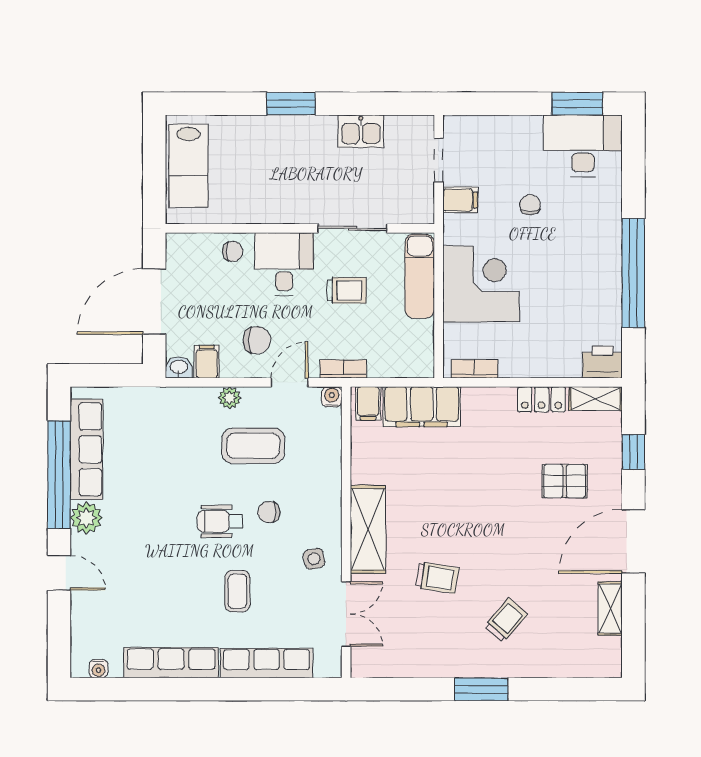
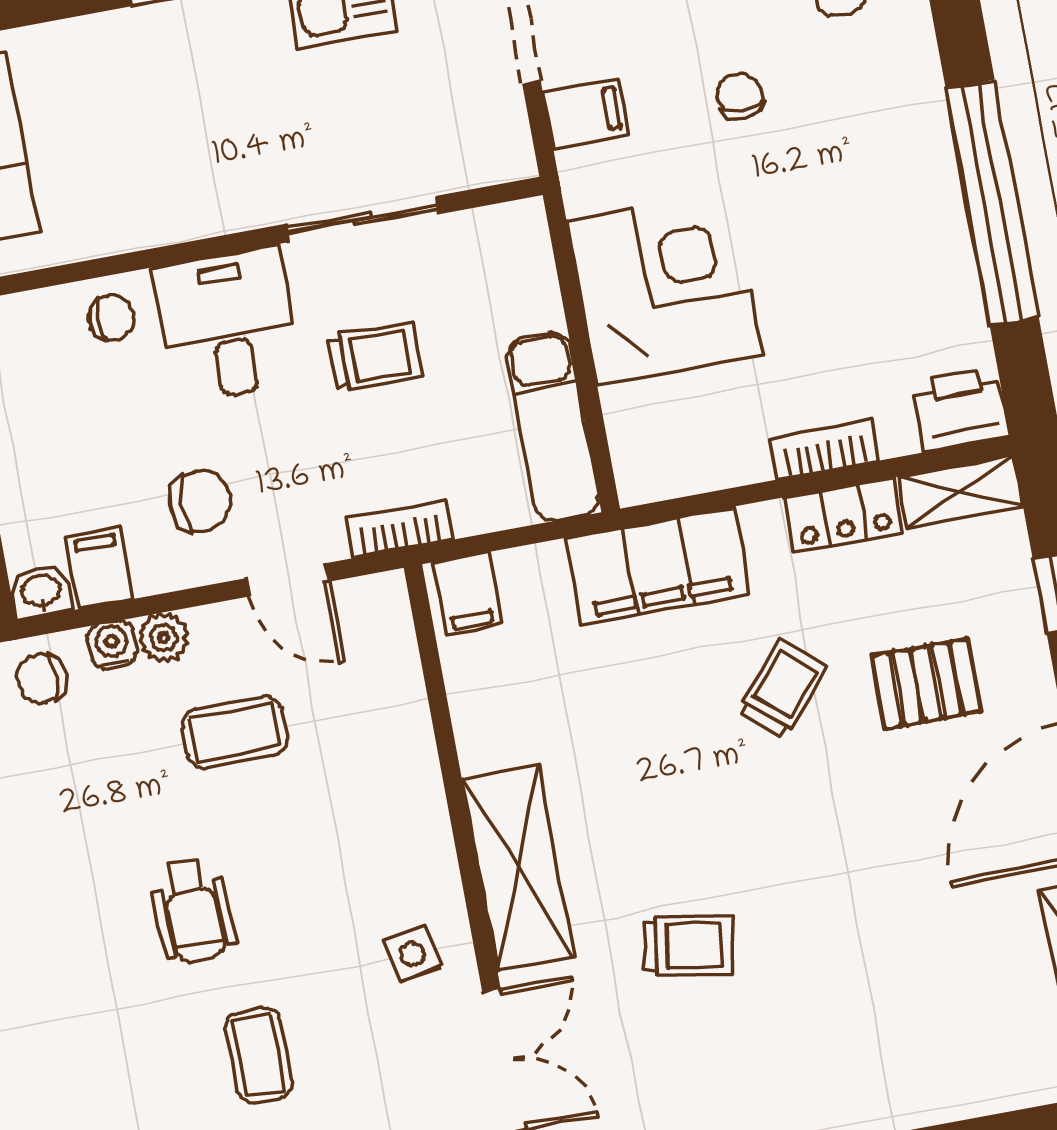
exam couch: (420, 276) -> (553, 427), moved
bookcase: (475, 369) -> (824, 450), moved
door: (289, 382) -> (288, 580), swing flipped
water cooler: (332, 397) -> (112, 645), moved
filing cabinet: (422, 407) -> (657, 566), moved
coffee table: (253, 446) -> (234, 732), width x0.73, depth x0.77
chair: (269, 512) -> (42, 679), moved
wheelchair: (220, 521) -> (193, 910), turned -92
trolley: (506, 620) -> (782, 689), moved

